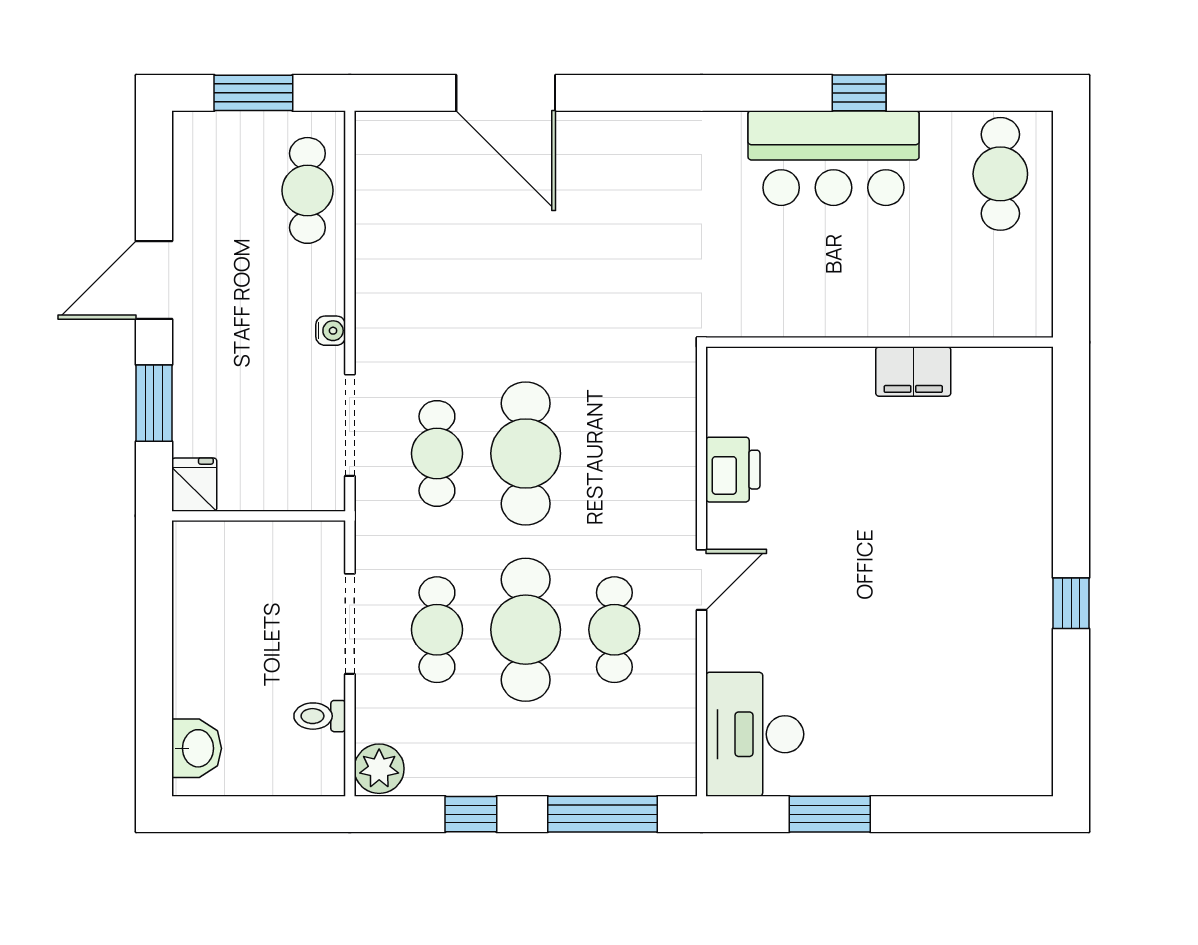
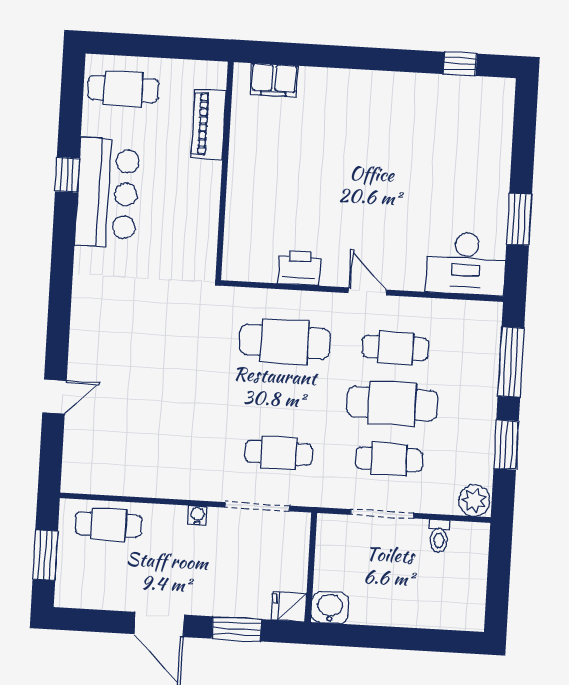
door: (506, 93) -> (54, 397), width x0.53
piano: (952, 313) -> (209, 124), added
filing cabinet: (913, 372) -> (274, 80), moved, turned 90
cafe table: (526, 453) -> (285, 342), moved
window: (1071, 603) -> (460, 64), moved
washbasin: (197, 748) -> (330, 607), moved
window: (471, 814) -> (506, 445), width x1.50

